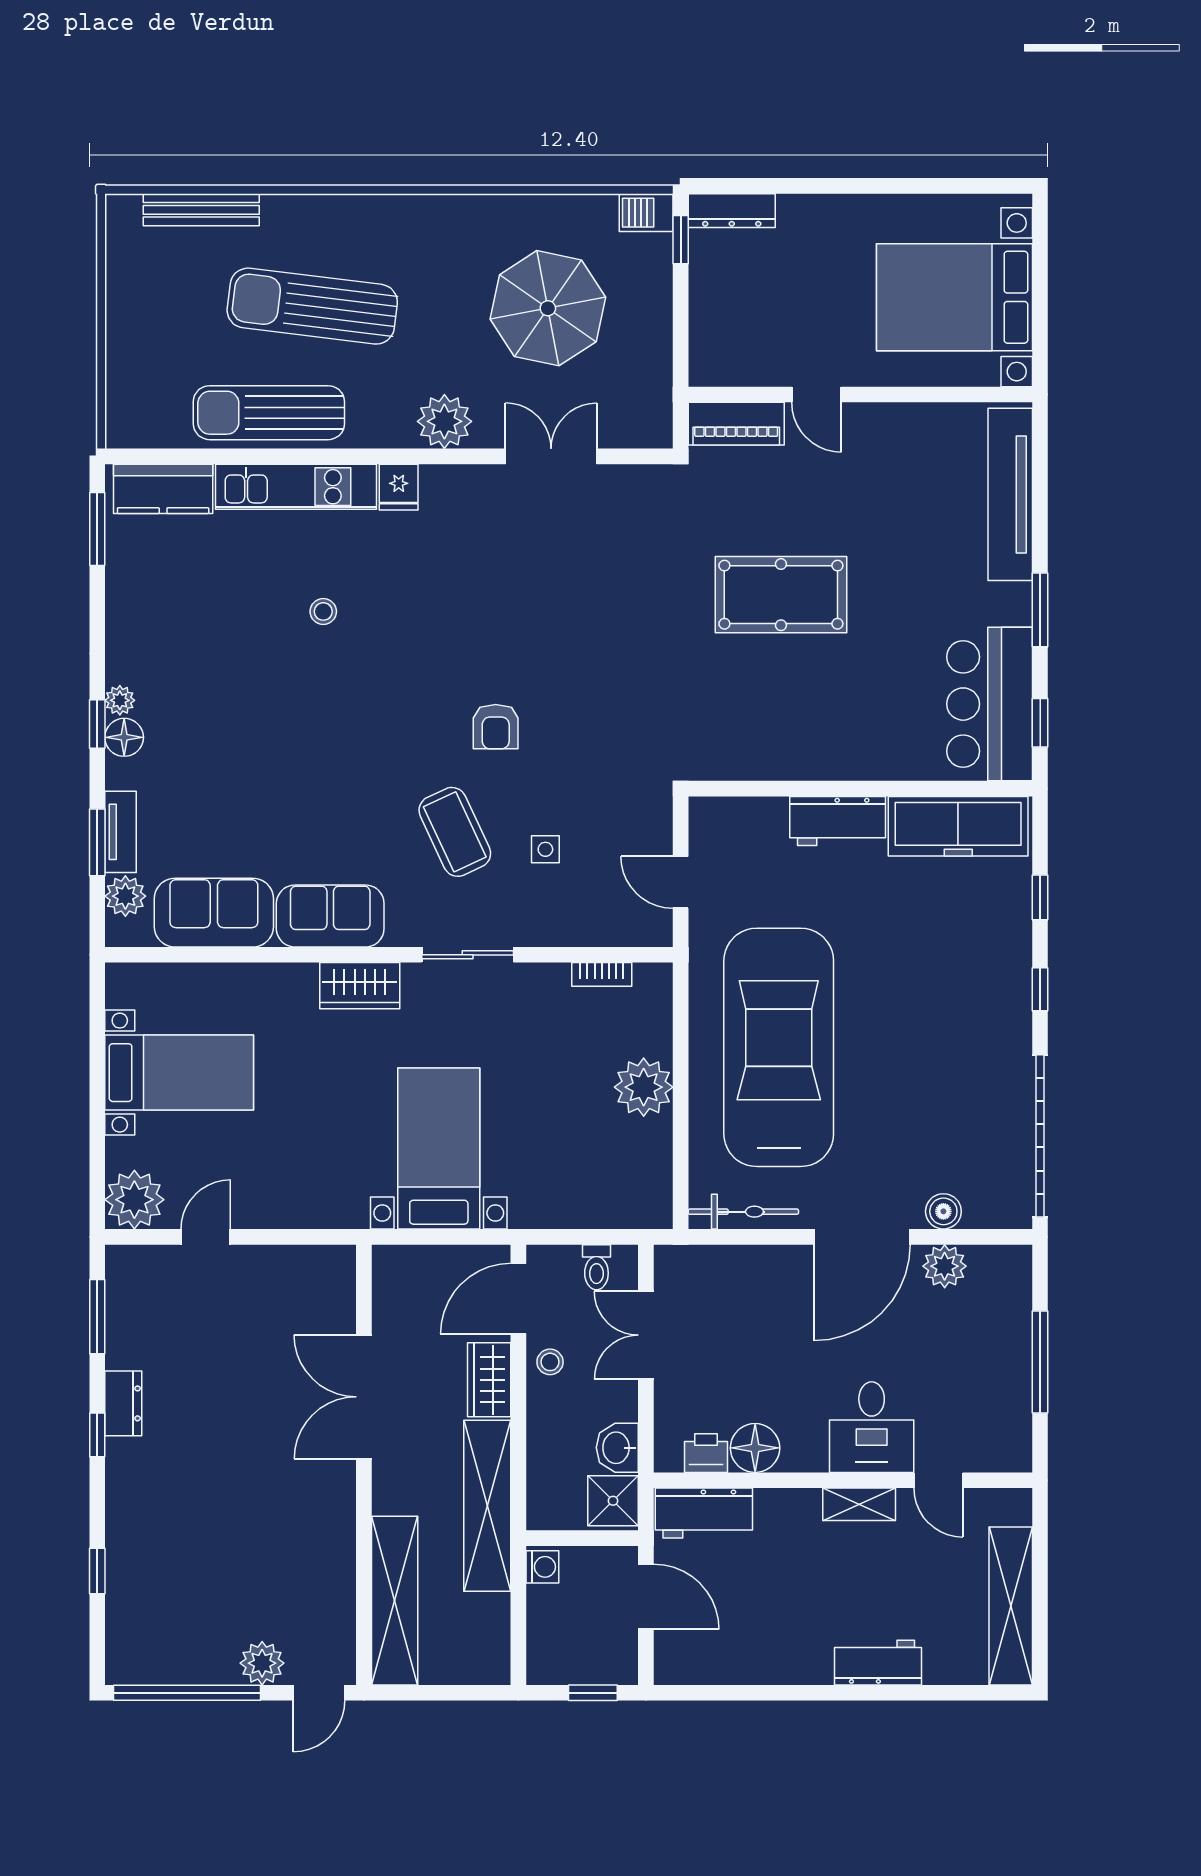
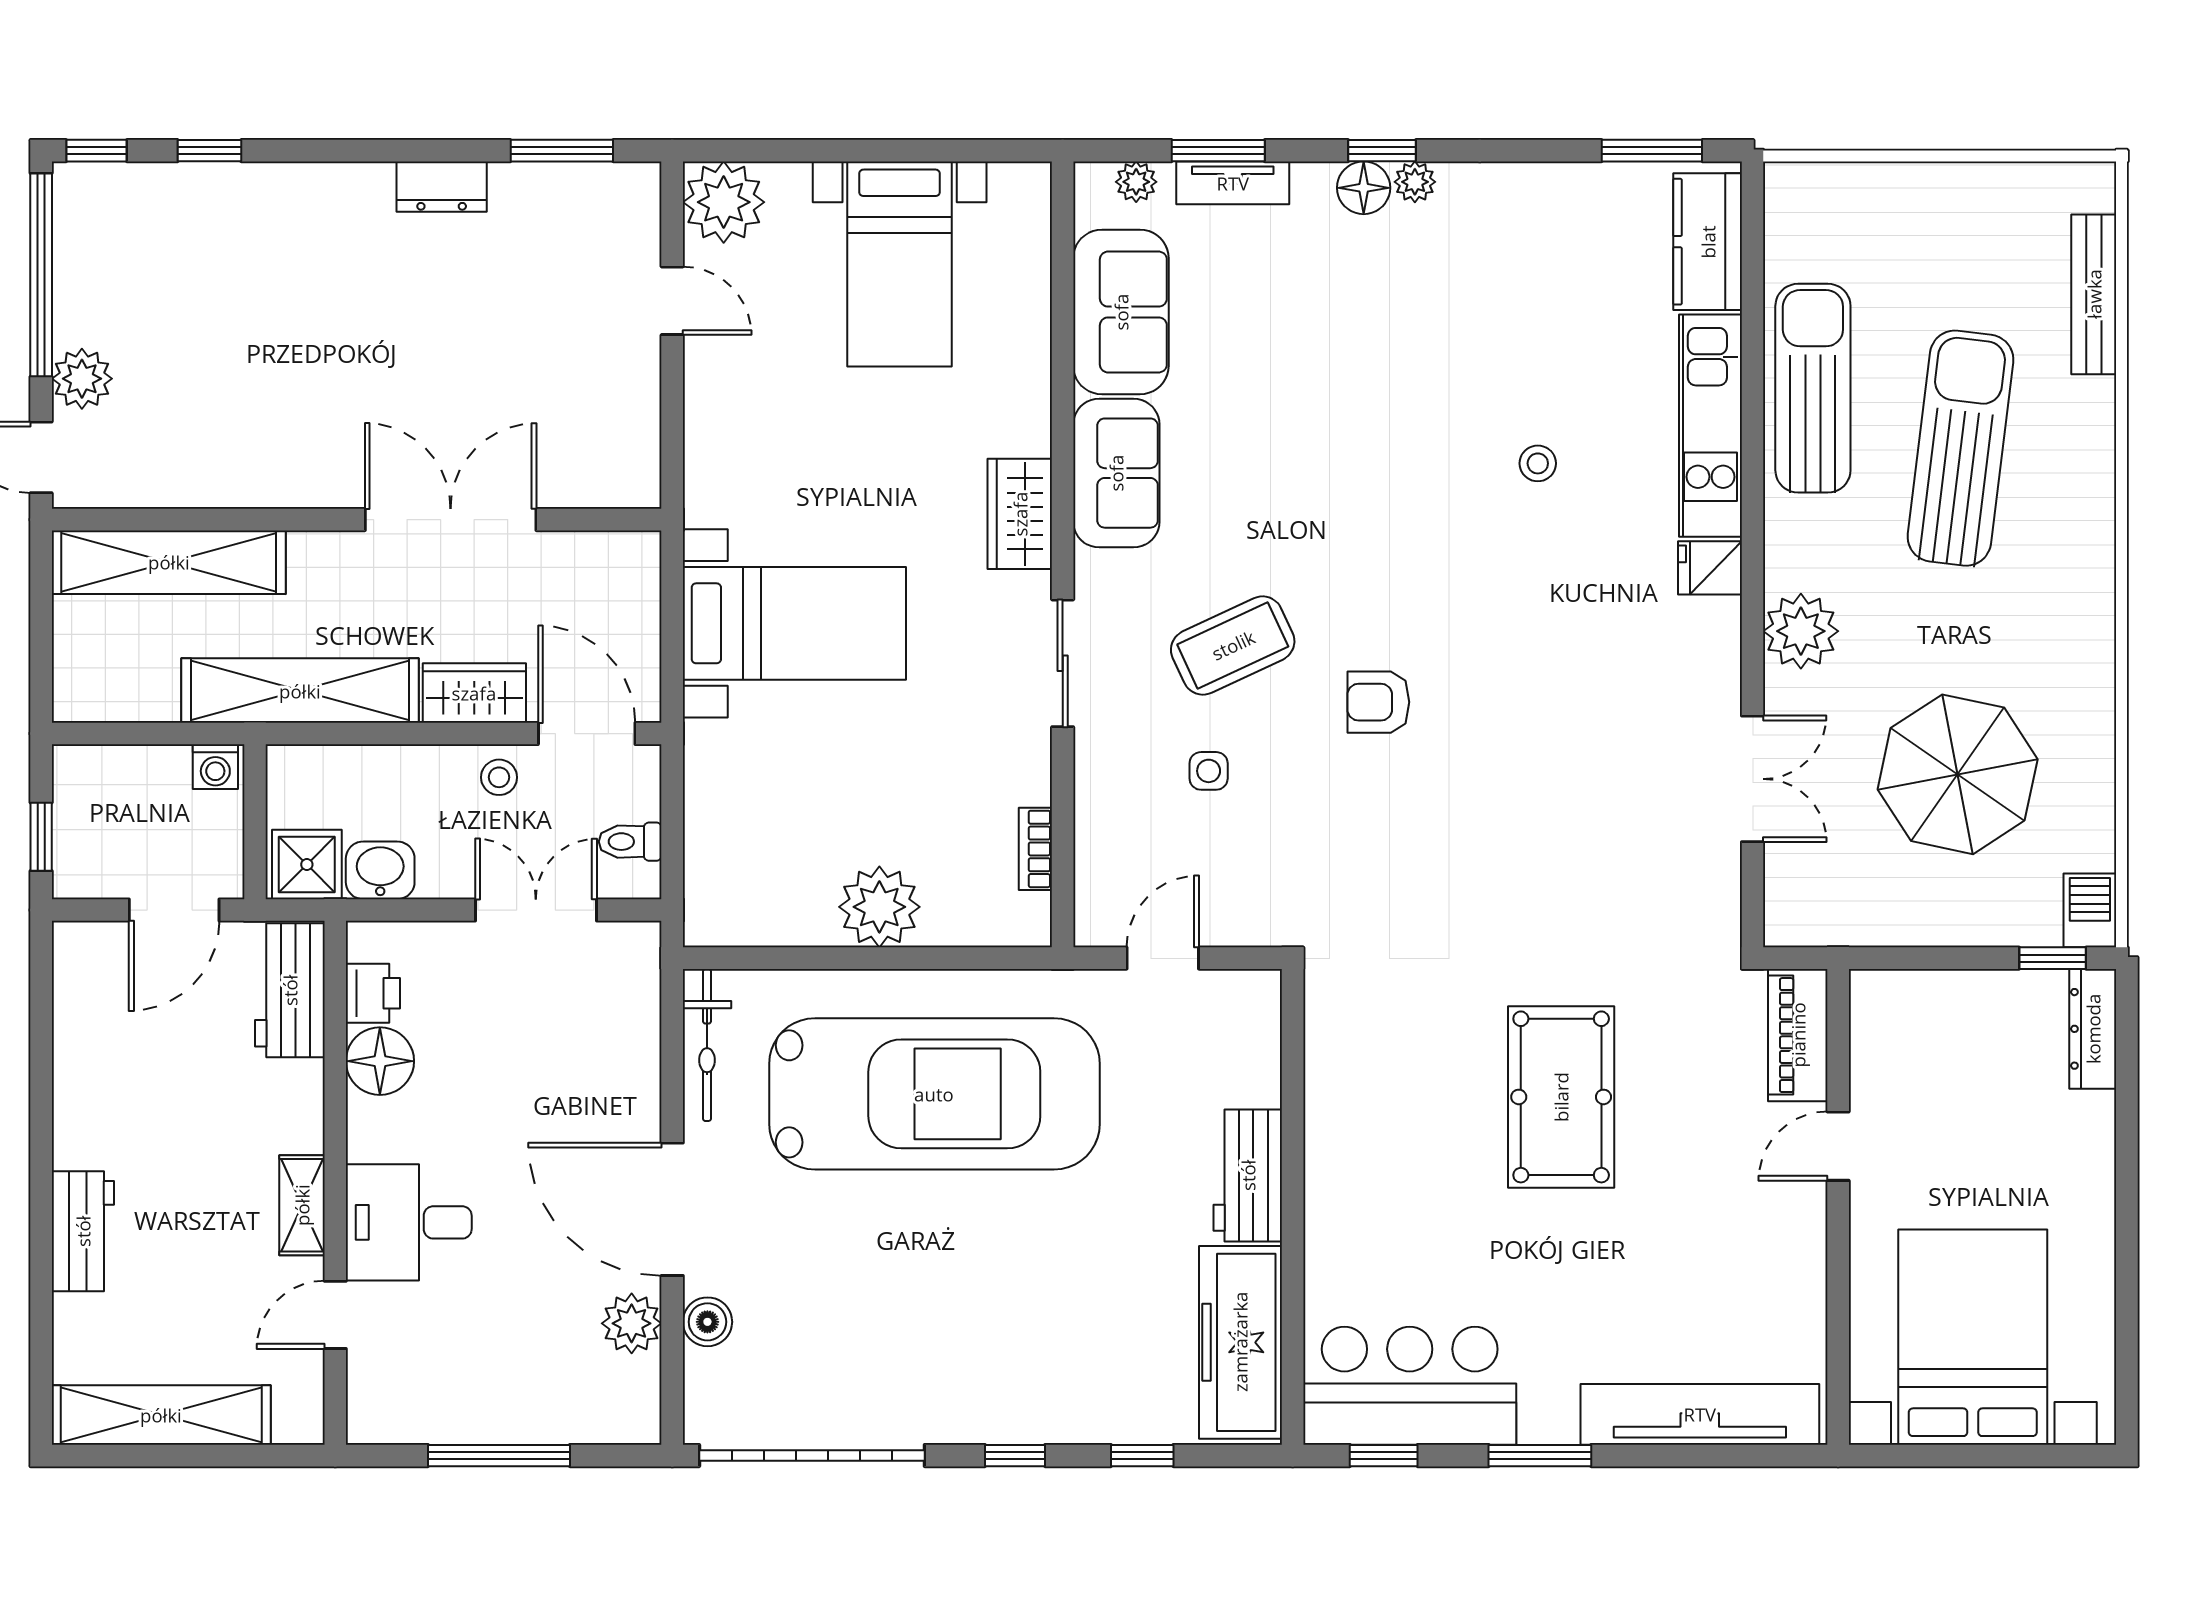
plant: (125, 896) -> (1136, 182), width x0.73, depth x0.73
window: (97, 1435) -> (96, 151), moved

